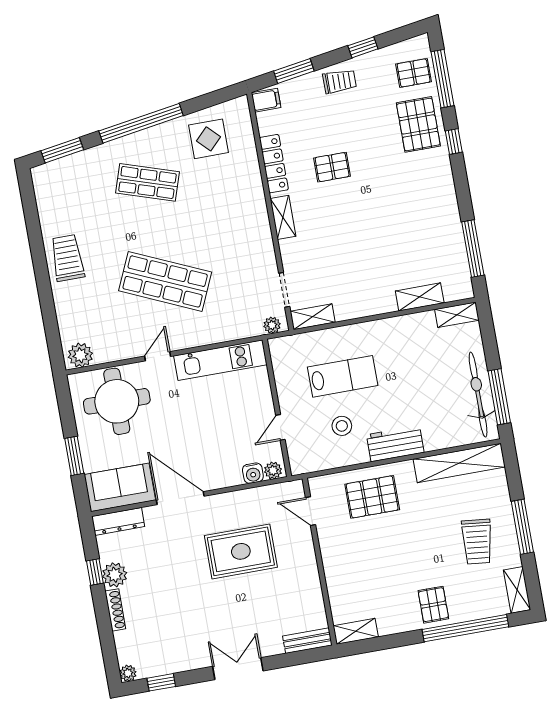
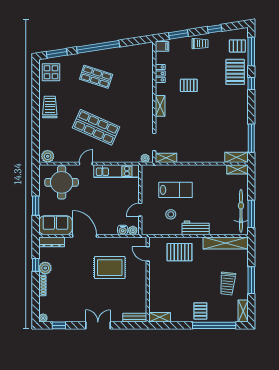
display table: (208, 139) -> (51, 72), moved
locker: (274, 164) -> (160, 73), width x0.66
shelving: (420, 297) -> (237, 157), moved

